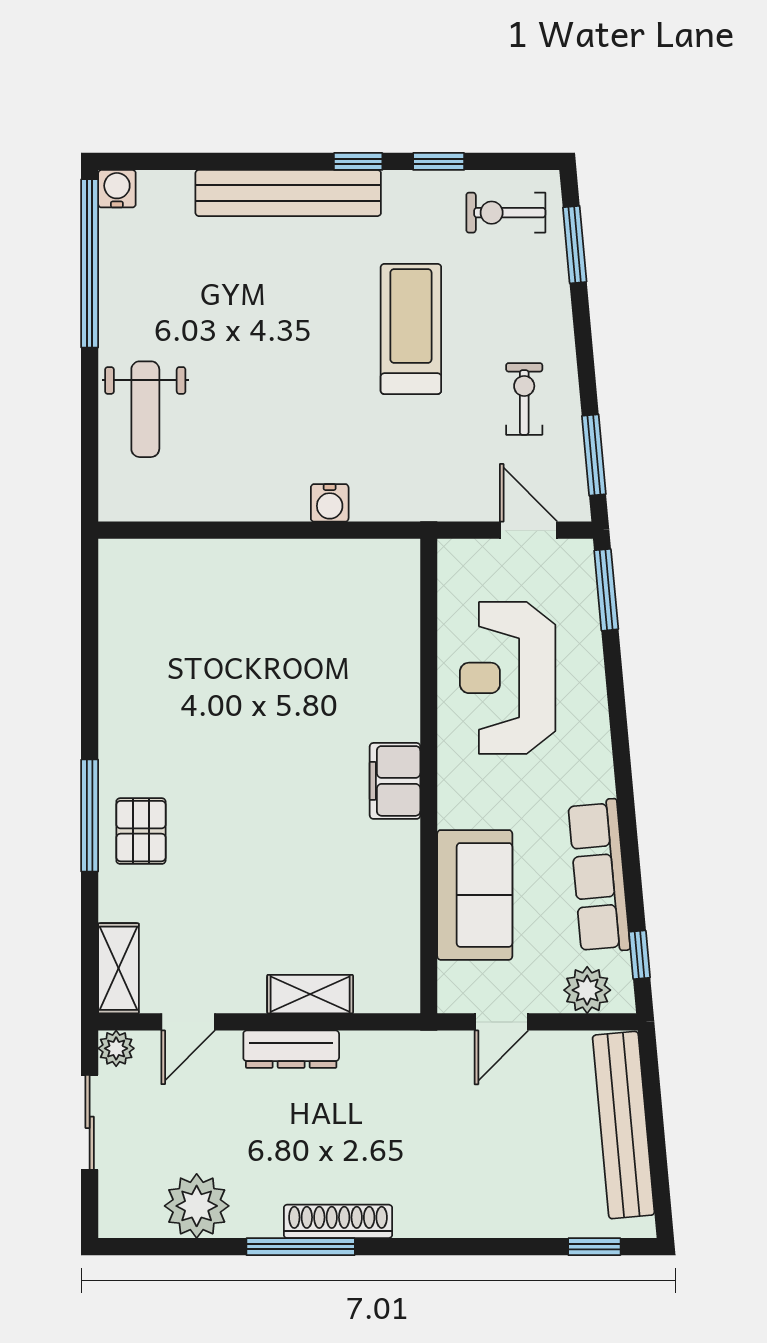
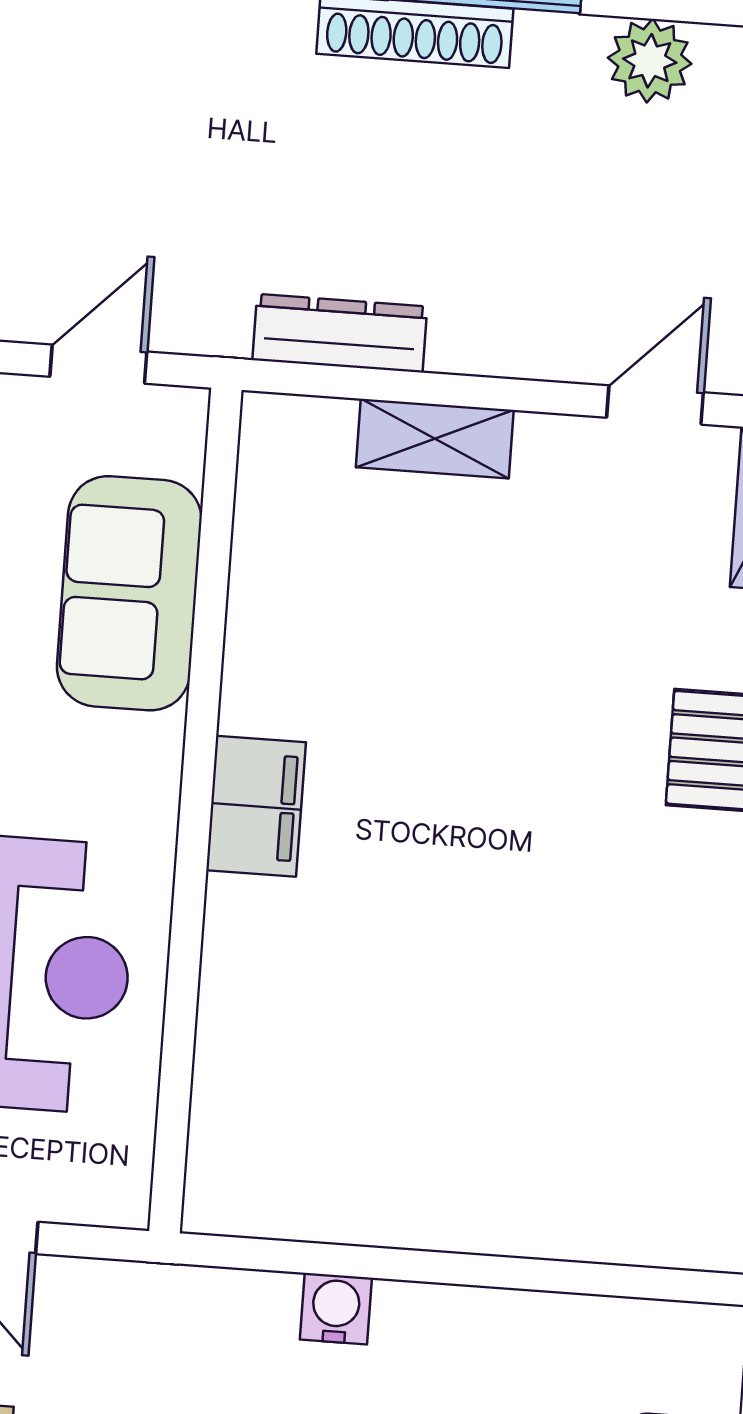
dresser: (291, 1049) -> (340, 333), moved
plant: (197, 1206) -> (650, 61), width x0.73, depth x0.73

